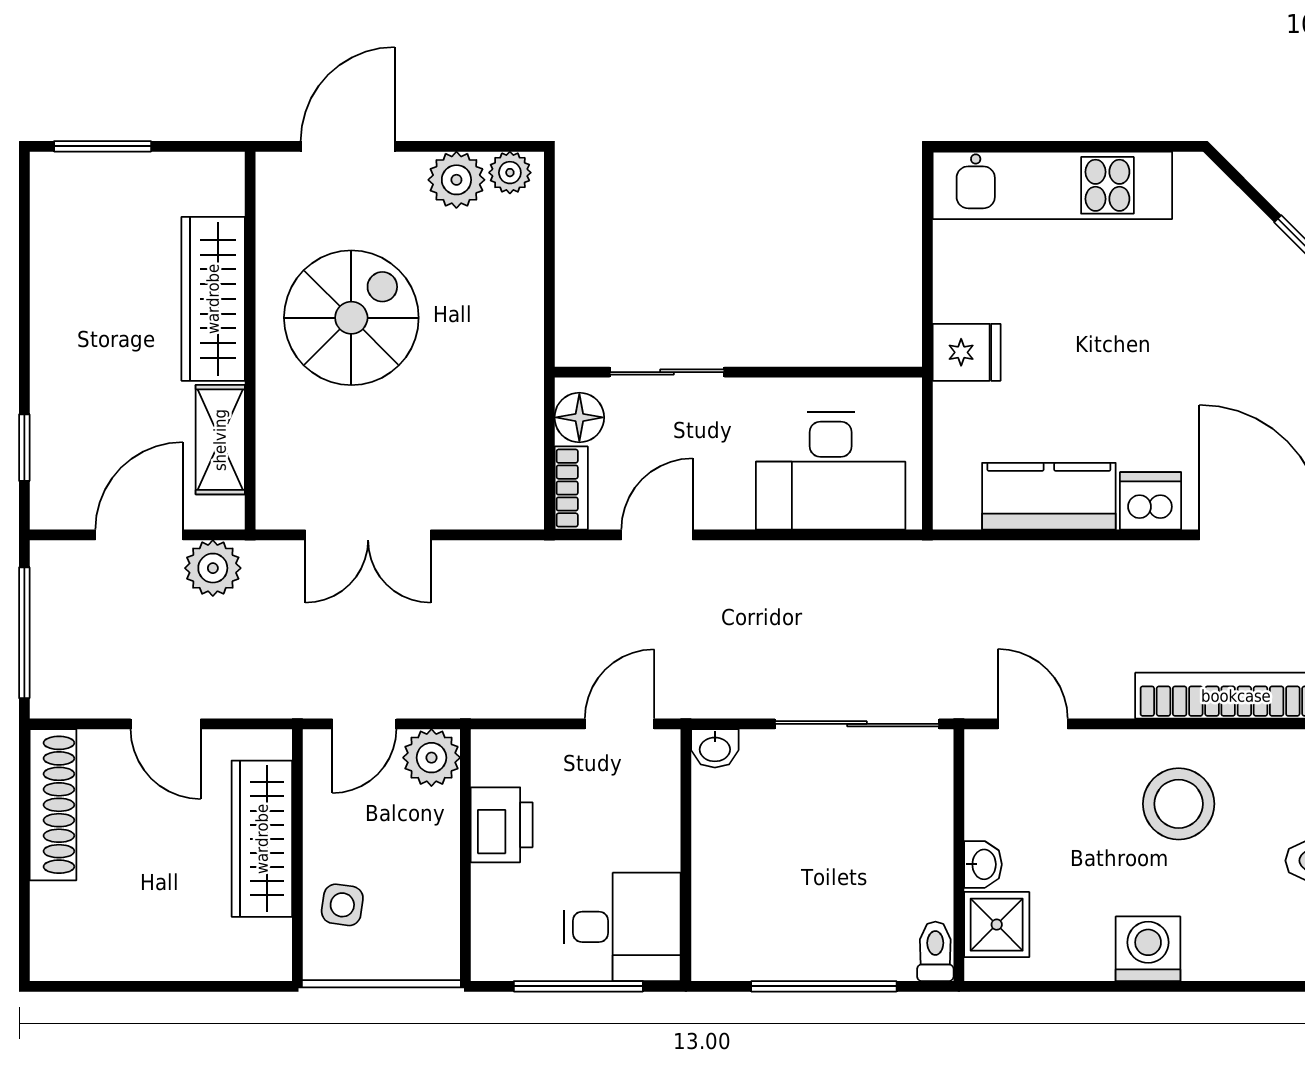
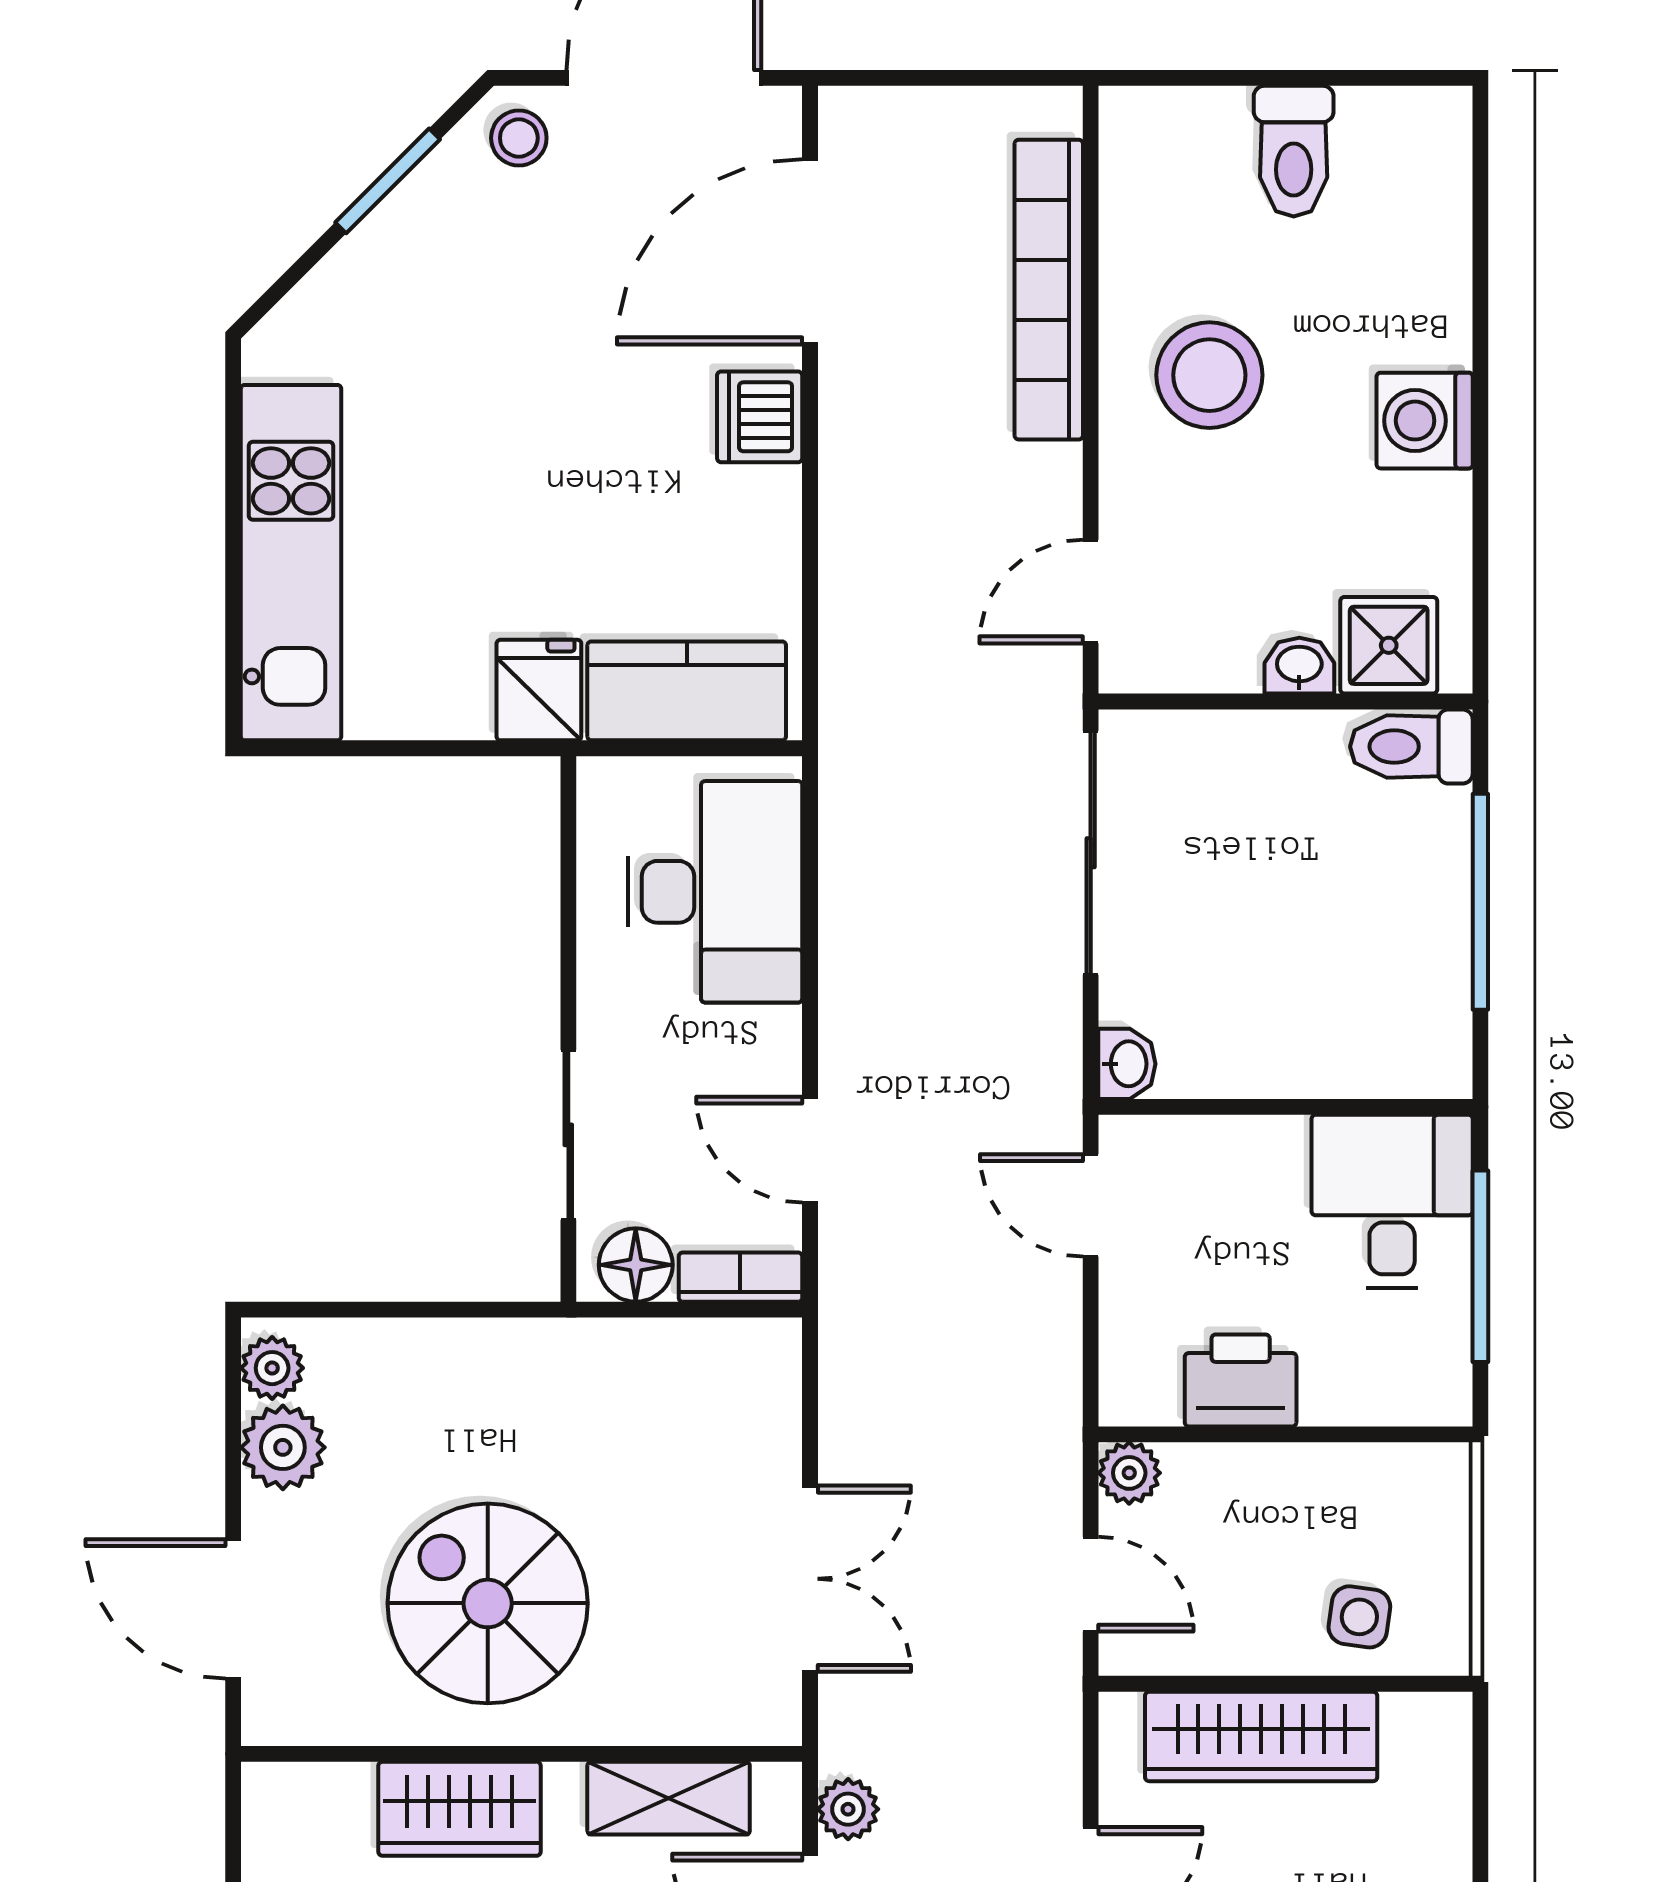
wardrobe: (213, 299) -> (460, 1809), width x0.67
kitchen counter: (1049, 496) -> (687, 691), moved, turned 90
plant: (213, 568) -> (848, 1809), width x0.73, depth x0.73
plant: (431, 758) -> (1129, 1473), width x0.73, depth x0.73
toilet: (935, 951) -> (1411, 747), width x1.37, depth x1.39

